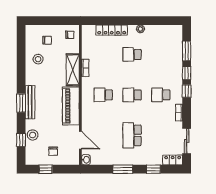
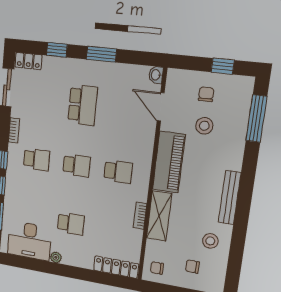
locker: (112, 30) -> (116, 267), moved
desk: (161, 37) -> (29, 241), added
bench: (30, 102) -> (230, 197), moved
window: (21, 103) -> (247, 178), removed
stool: (33, 135) -> (204, 126), moved
window: (21, 140) -> (256, 119), width x2.17

